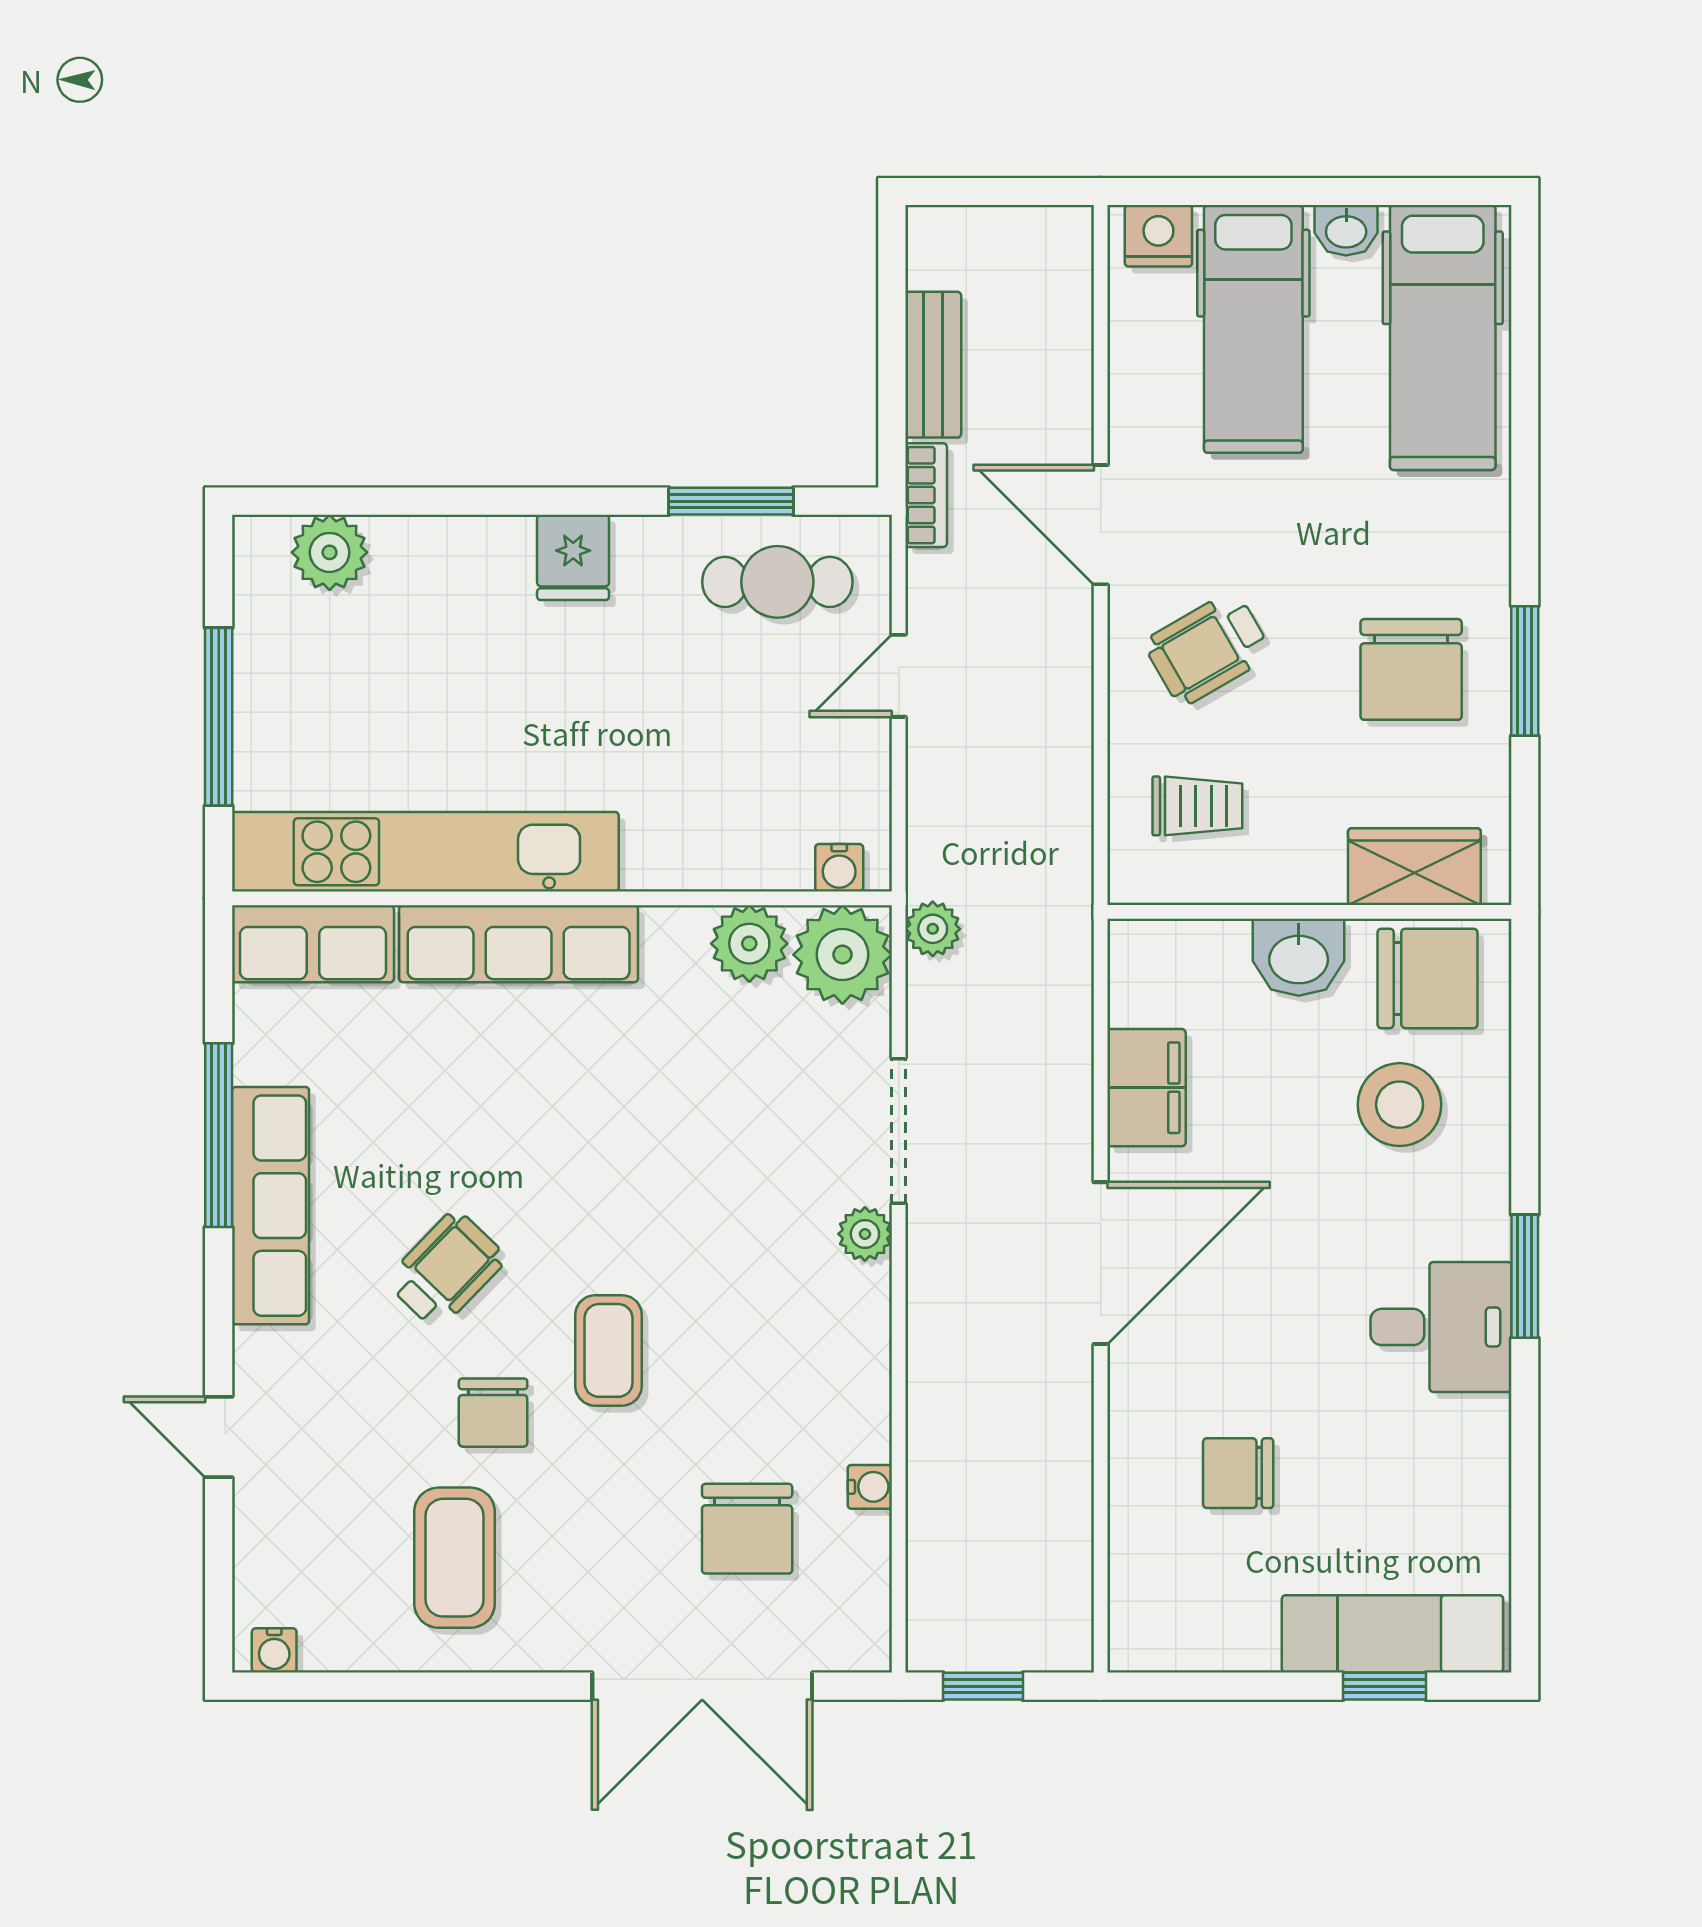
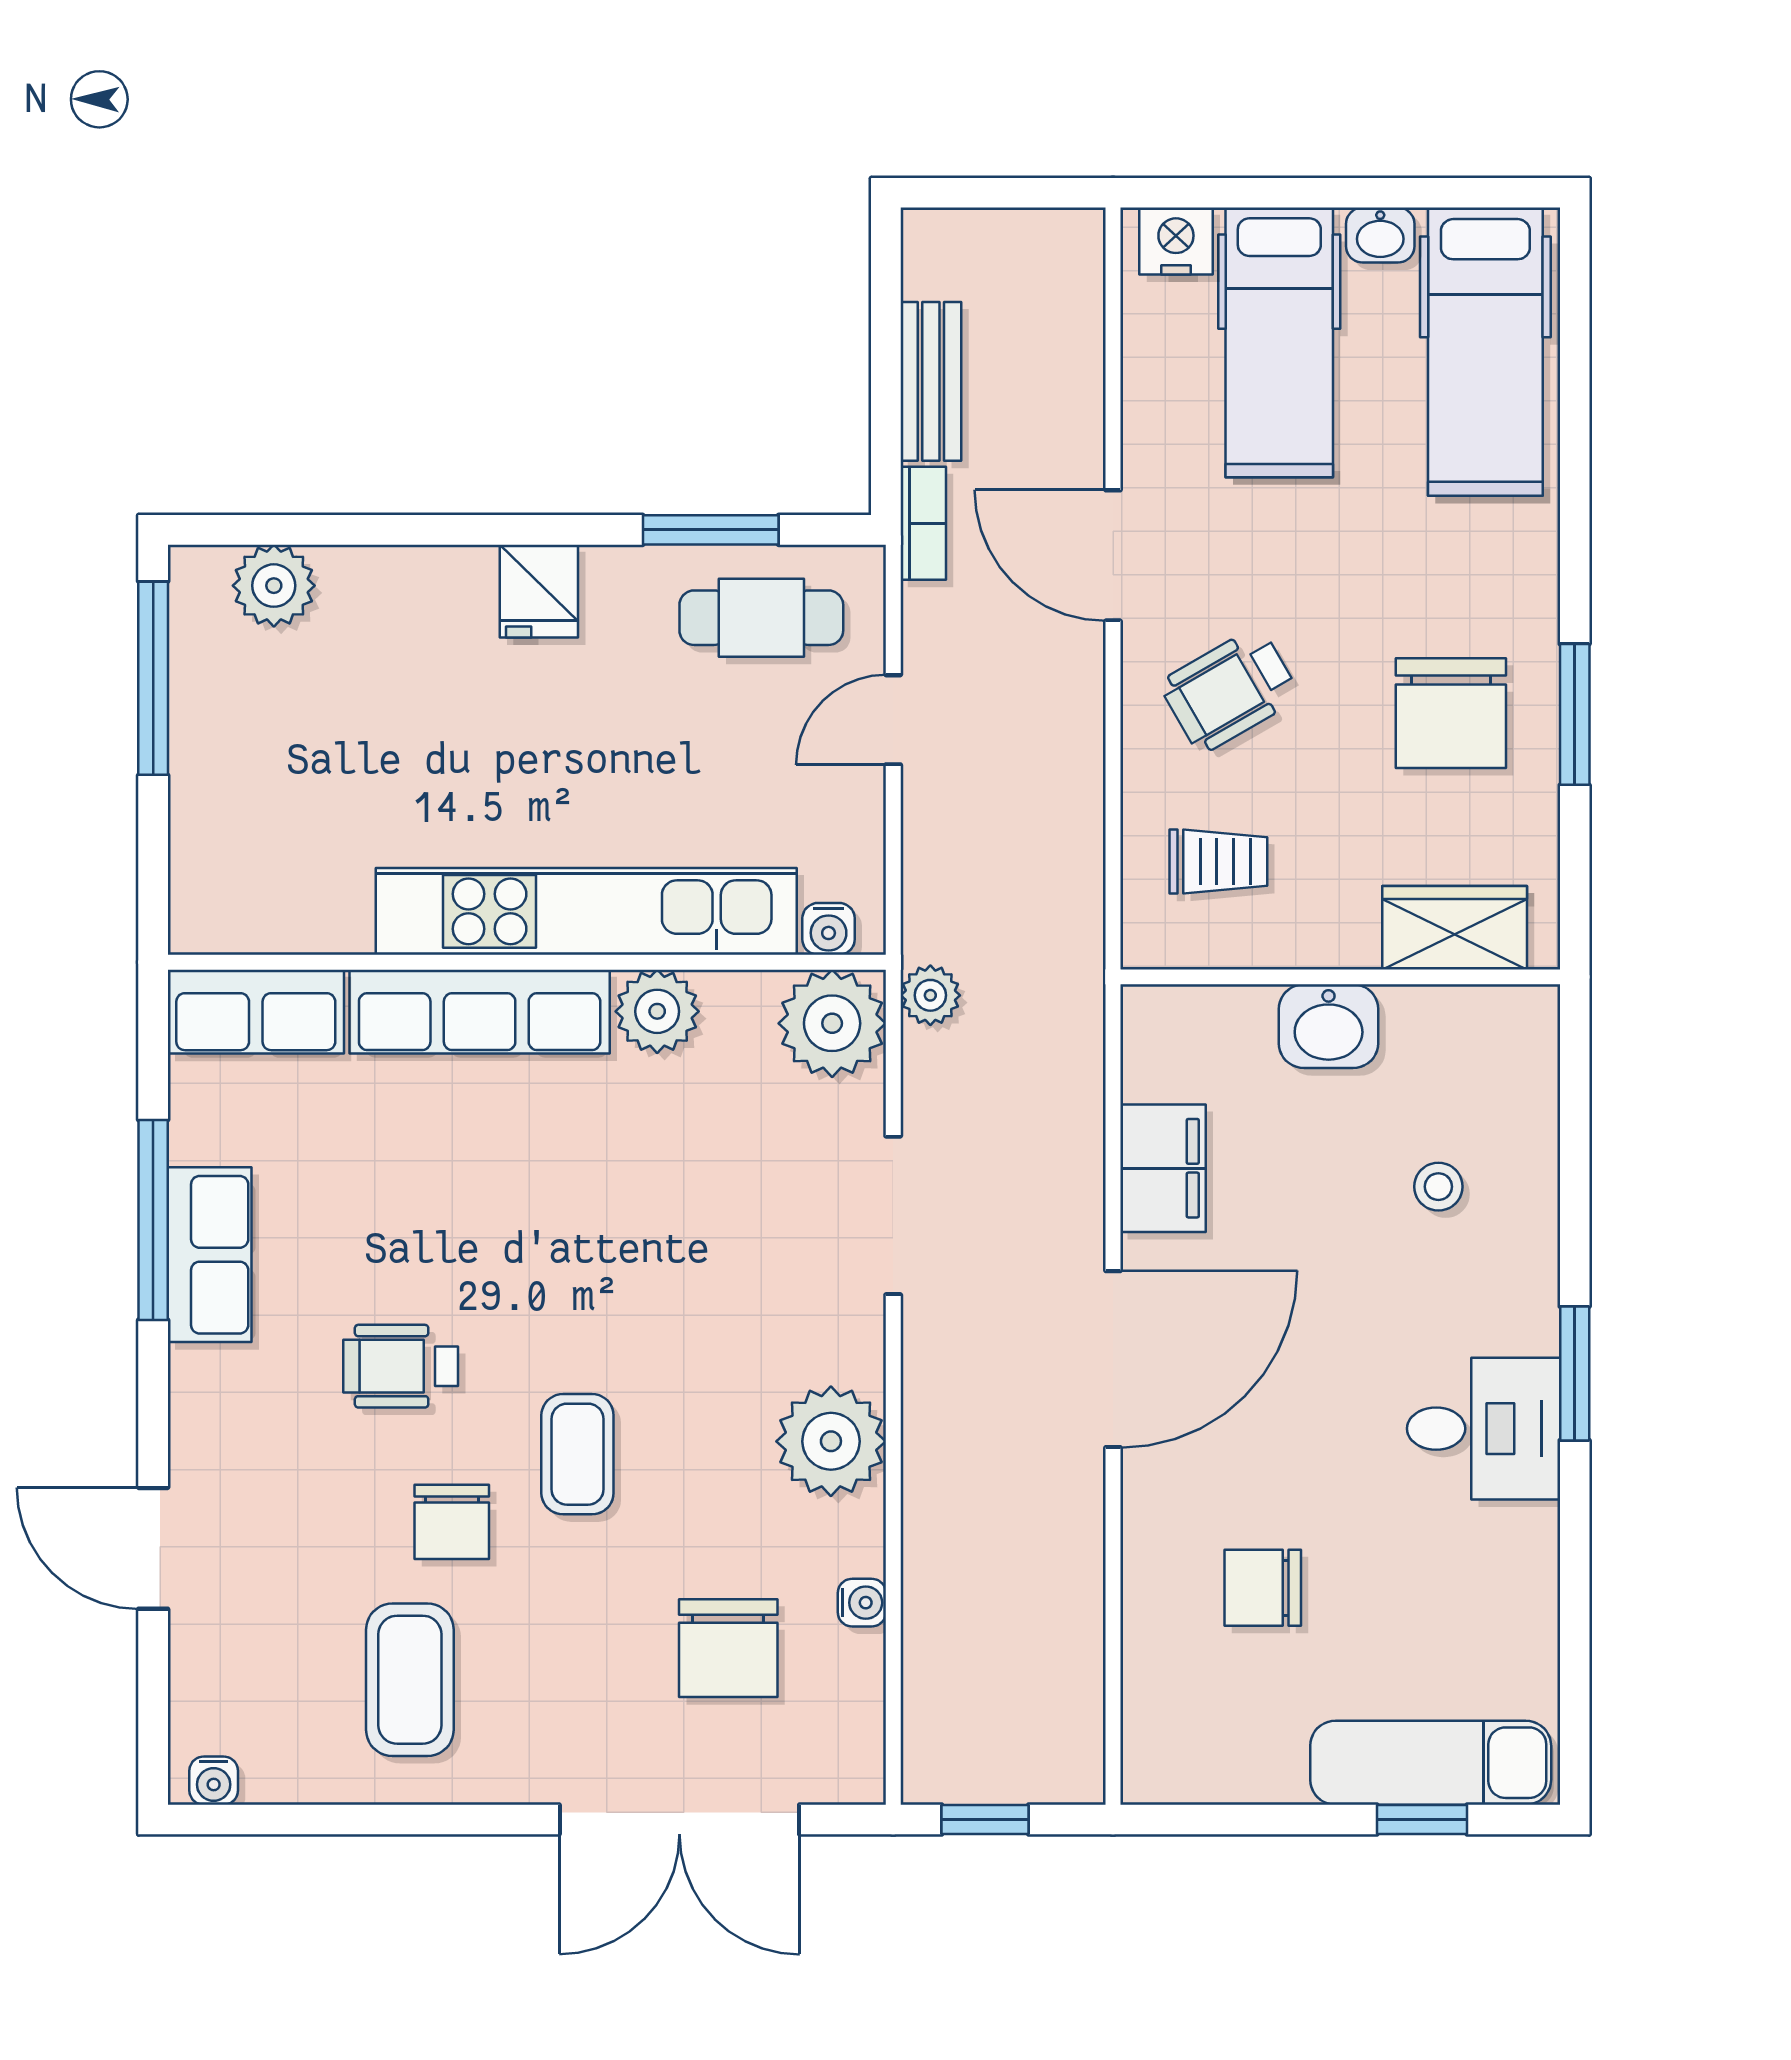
window: (219, 717) -> (153, 678), moved
kitchen unit: (425, 852) -> (586, 911), moved
plant: (749, 944) -> (657, 1011), moved
chair: (1427, 978) -> (1469, 1049), removed
stool: (1400, 1105) -> (1438, 1187), width x0.53, depth x0.53
row of seats: (271, 1206) -> (210, 1255), width x0.68
plant: (865, 1234) -> (831, 1441), moved, width x1.87, depth x1.87
wheelchair: (446, 1270) -> (401, 1366), turned -134
door: (219, 1437) -> (153, 1548), width x1.38

